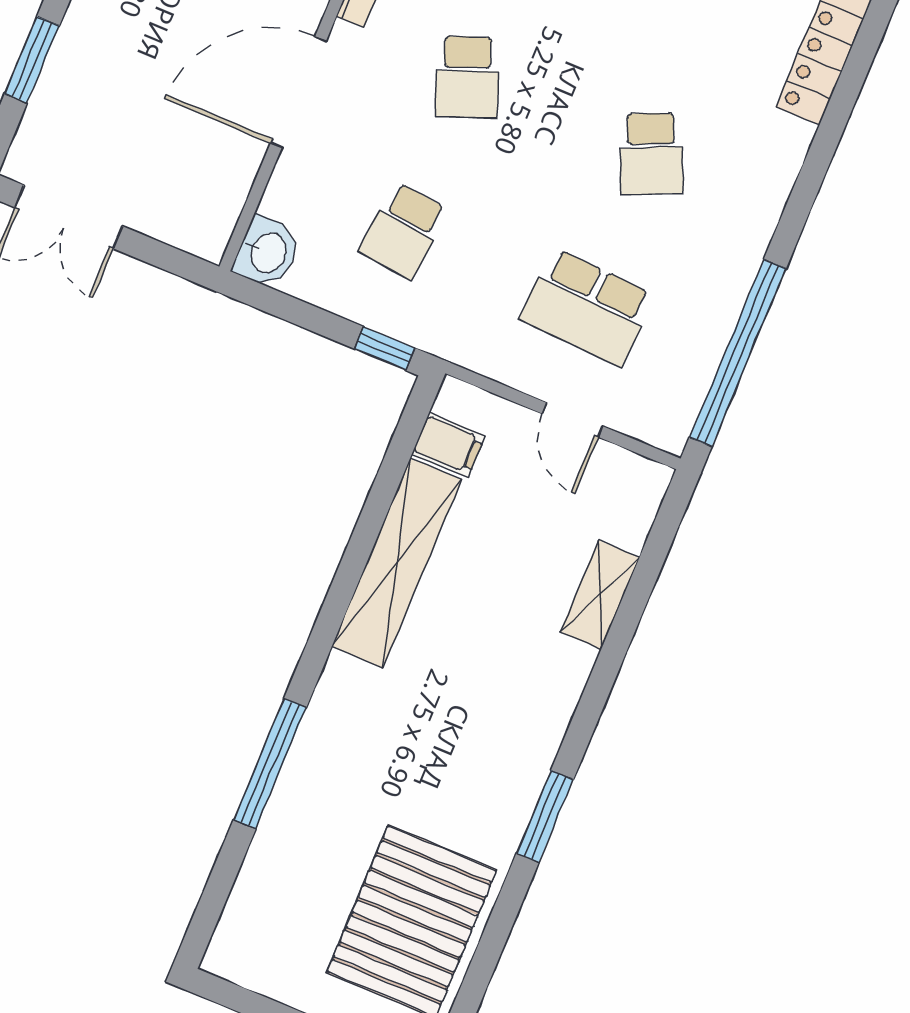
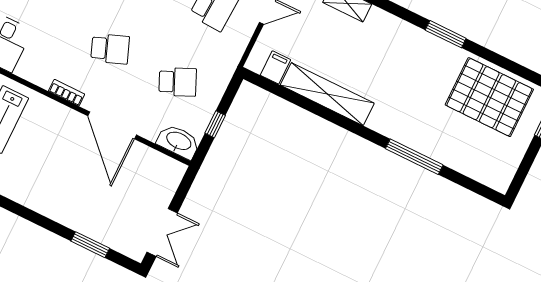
school desk: (403, 231) -> (178, 82), turned -30
washbasin: (267, 252) -> (178, 141), width x1.38
window: (385, 348) -> (215, 124), moved

